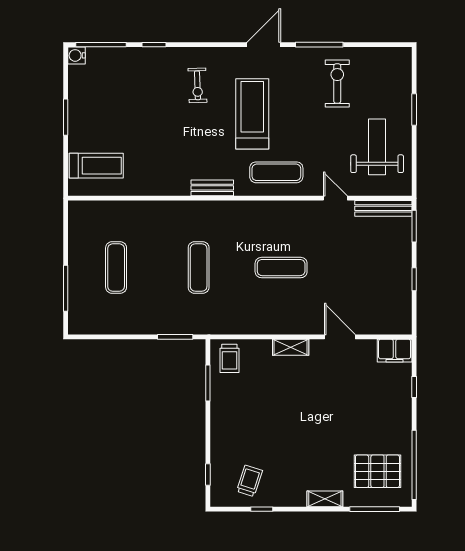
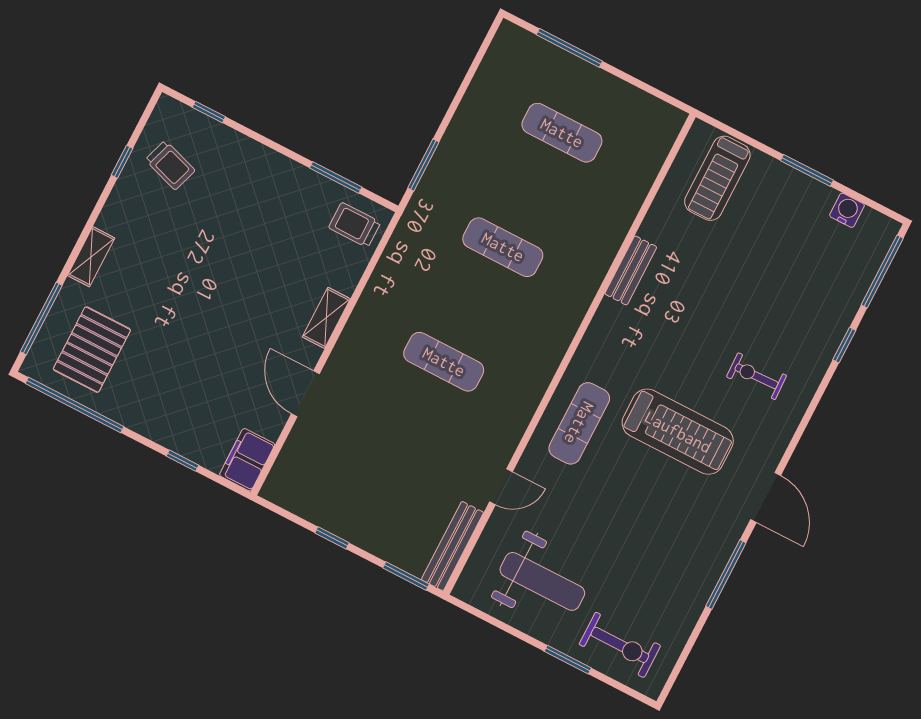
water cooler: (76, 55) -> (847, 210), moved
exercise bike: (337, 84) -> (620, 645), moved
bench: (212, 188) -> (631, 270), moved
exercise mat: (281, 268) -> (444, 362), turned 90
door: (340, 337) -> (305, 394), swing flipped

